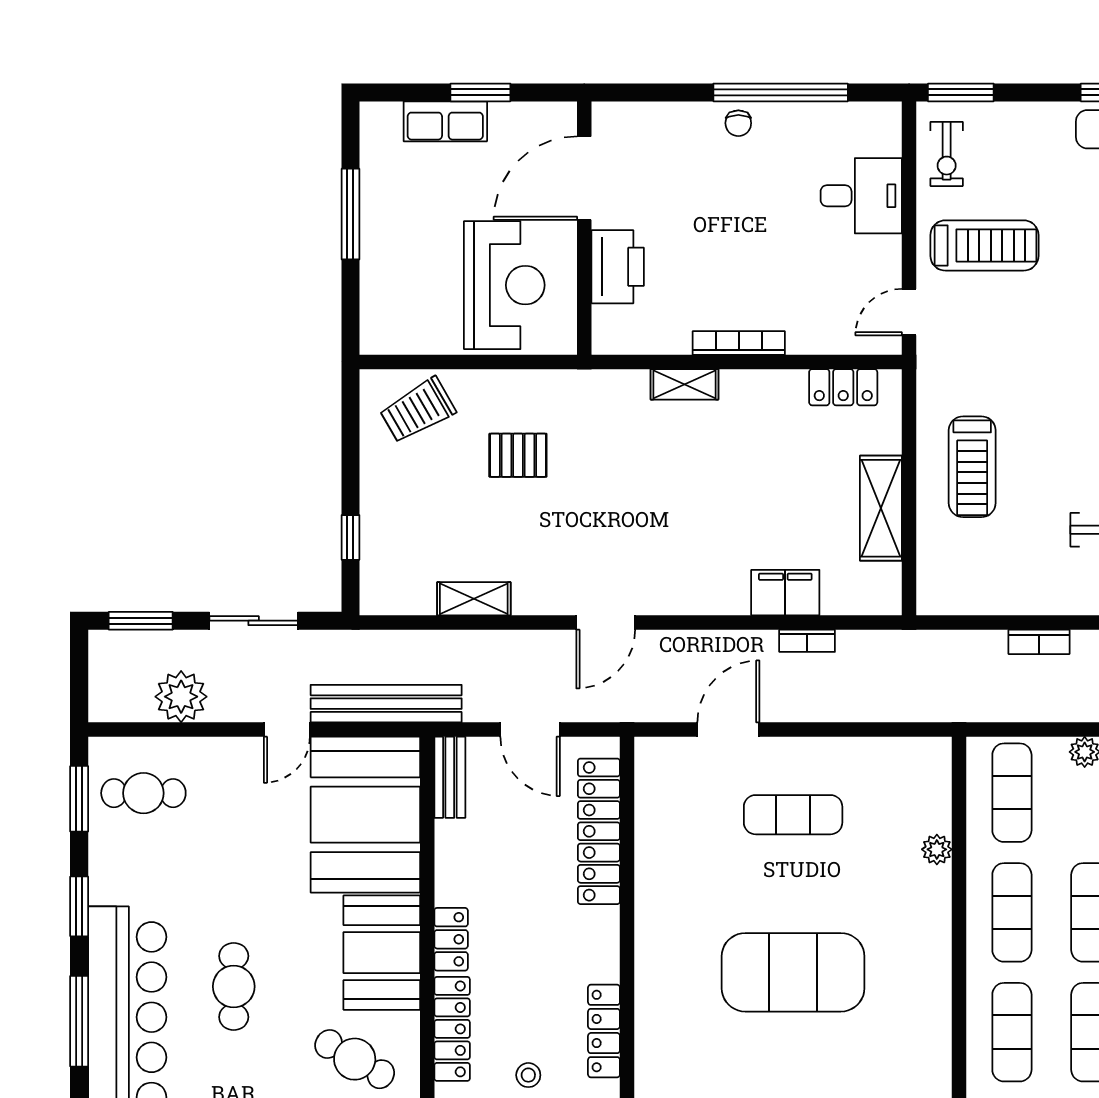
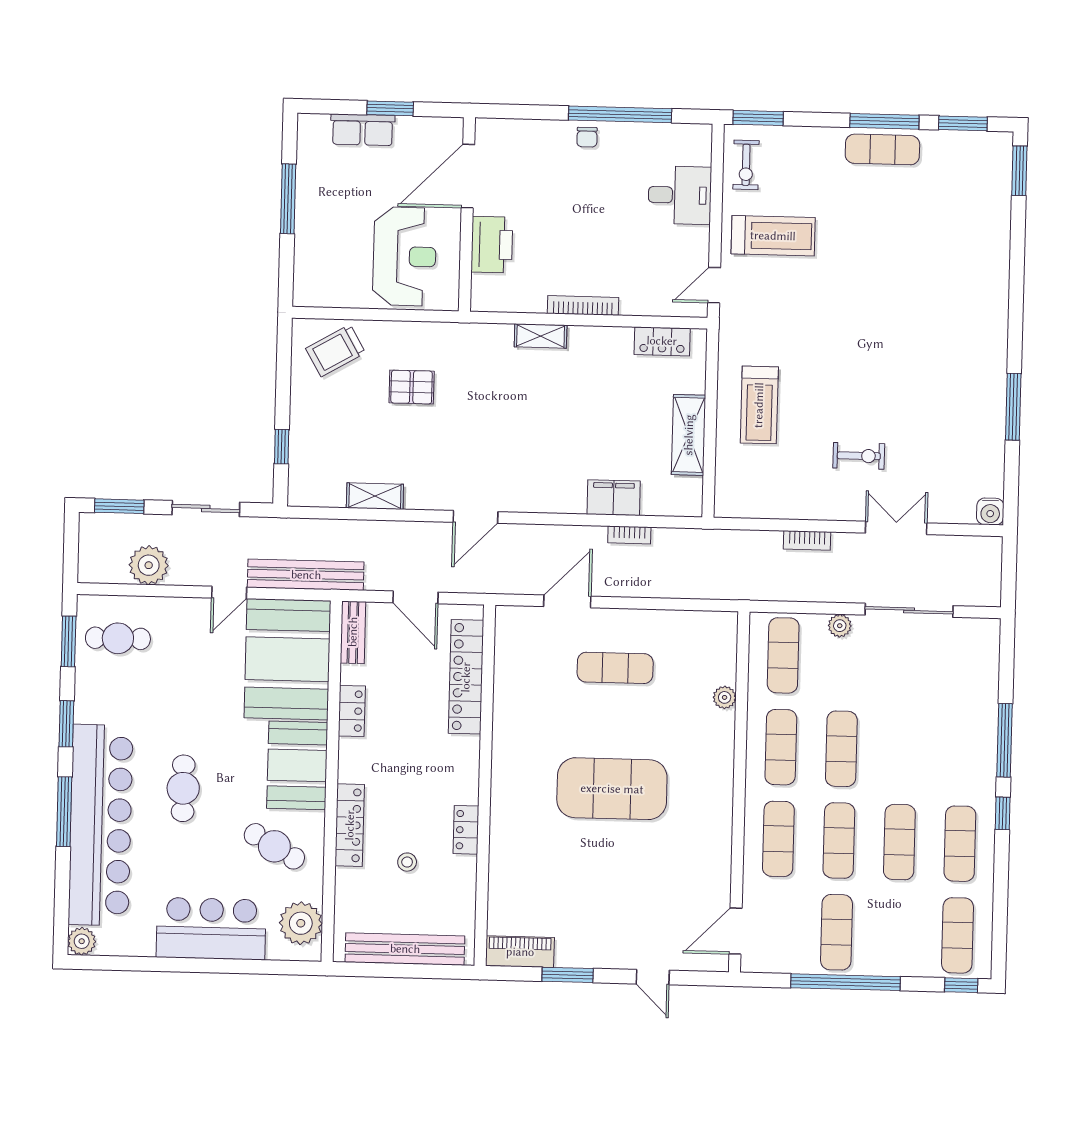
locker: (451, 939) -> (352, 711), moved
locker: (604, 1031) -> (466, 830), width x0.66

